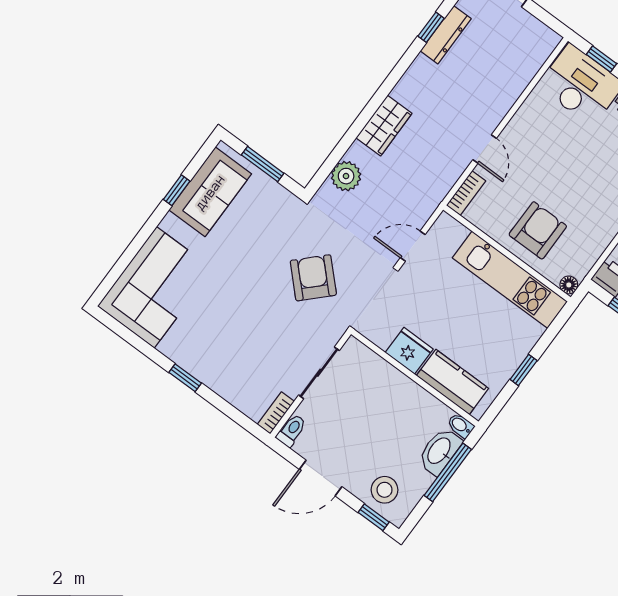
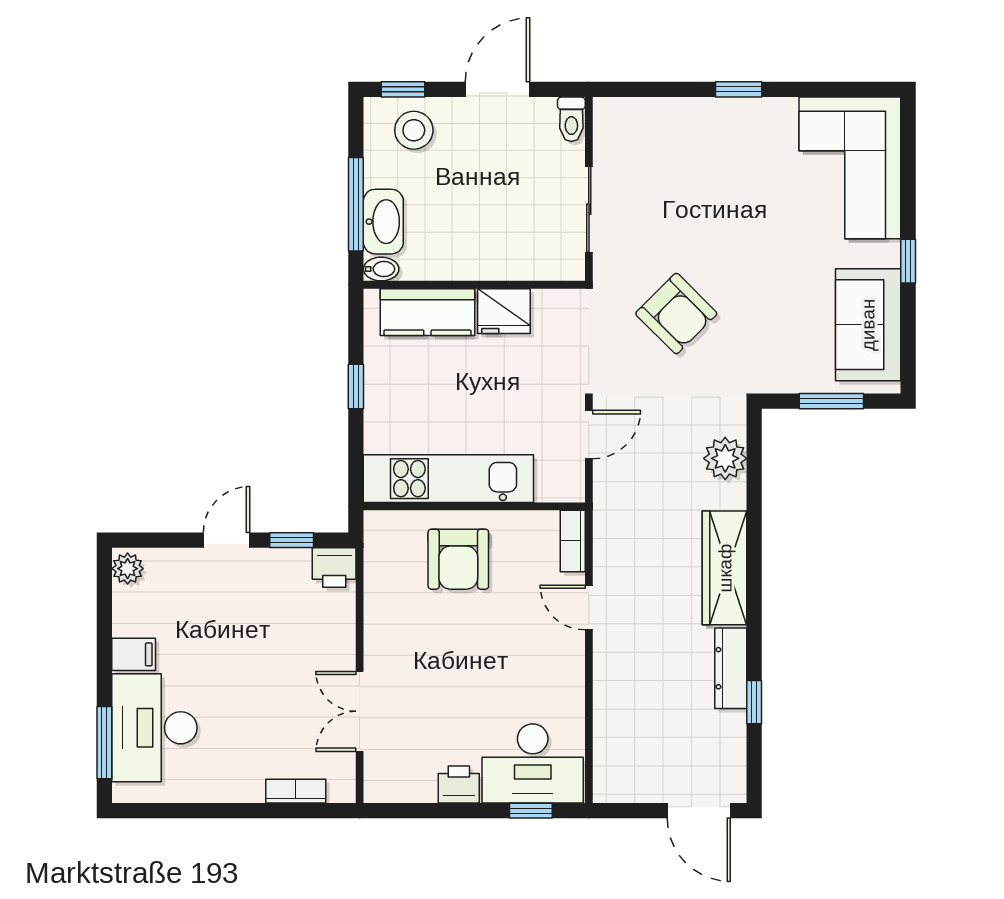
dresser: (446, 35) -> (731, 668), moved
wardrobe: (384, 126) -> (725, 568), width x1.50
window: (177, 190) -> (908, 261), moved
floor lamp: (569, 285) -> (376, 523), removed
bookcase: (276, 413) -> (604, 126), removed

